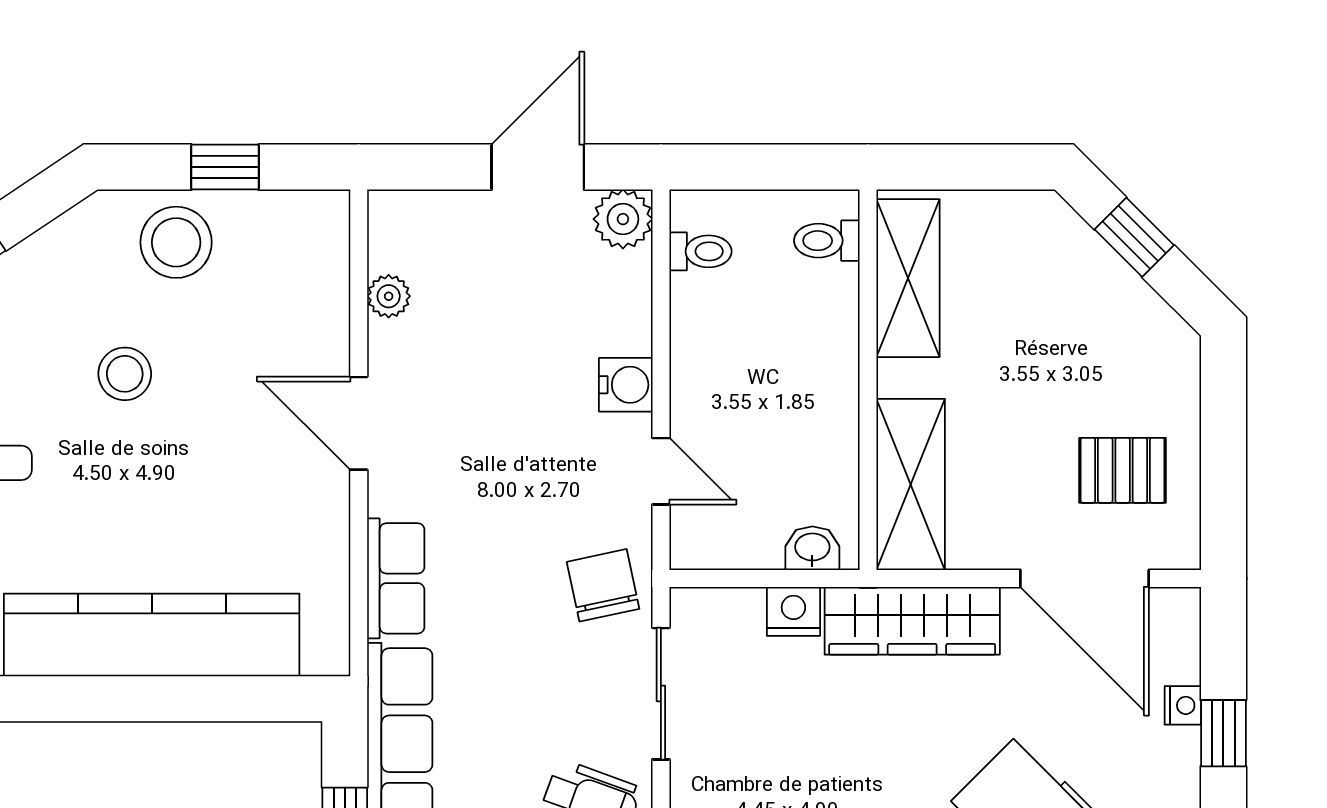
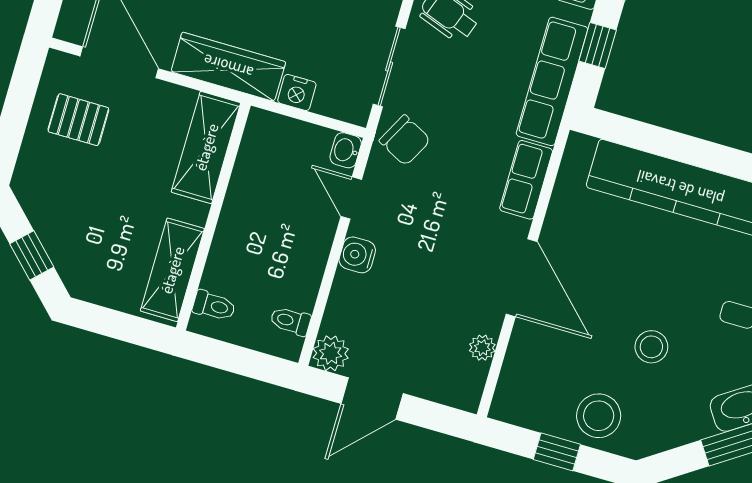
door: (359, 423) -> (522, 278), width x1.36
washbasin: (812, 548) -> (346, 150), moved, turned 90
chair: (603, 585) -> (405, 140), turned -50

